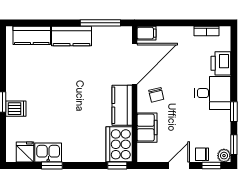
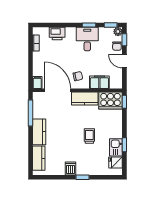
desk: (213, 93) -> (87, 39), moved
dishwasher: (16, 109) -> (71, 169), moved
trolley: (65, 112) -> (89, 136), added

